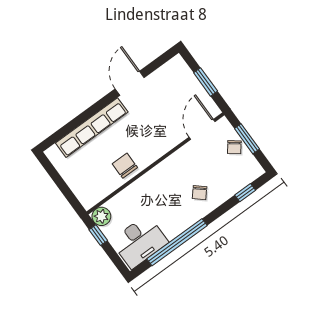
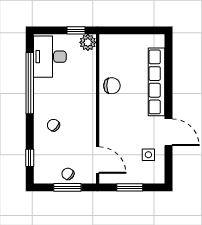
side table: (163, 87) -> (148, 155), added

